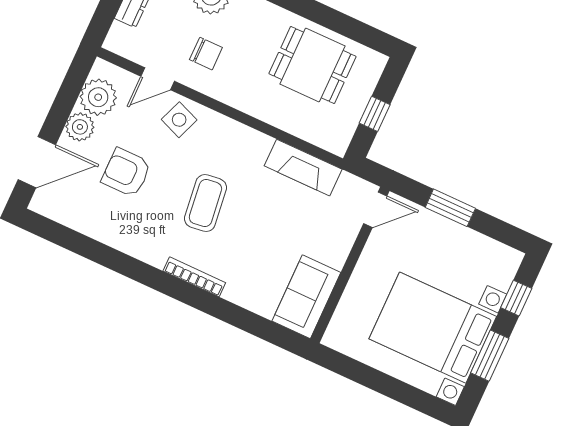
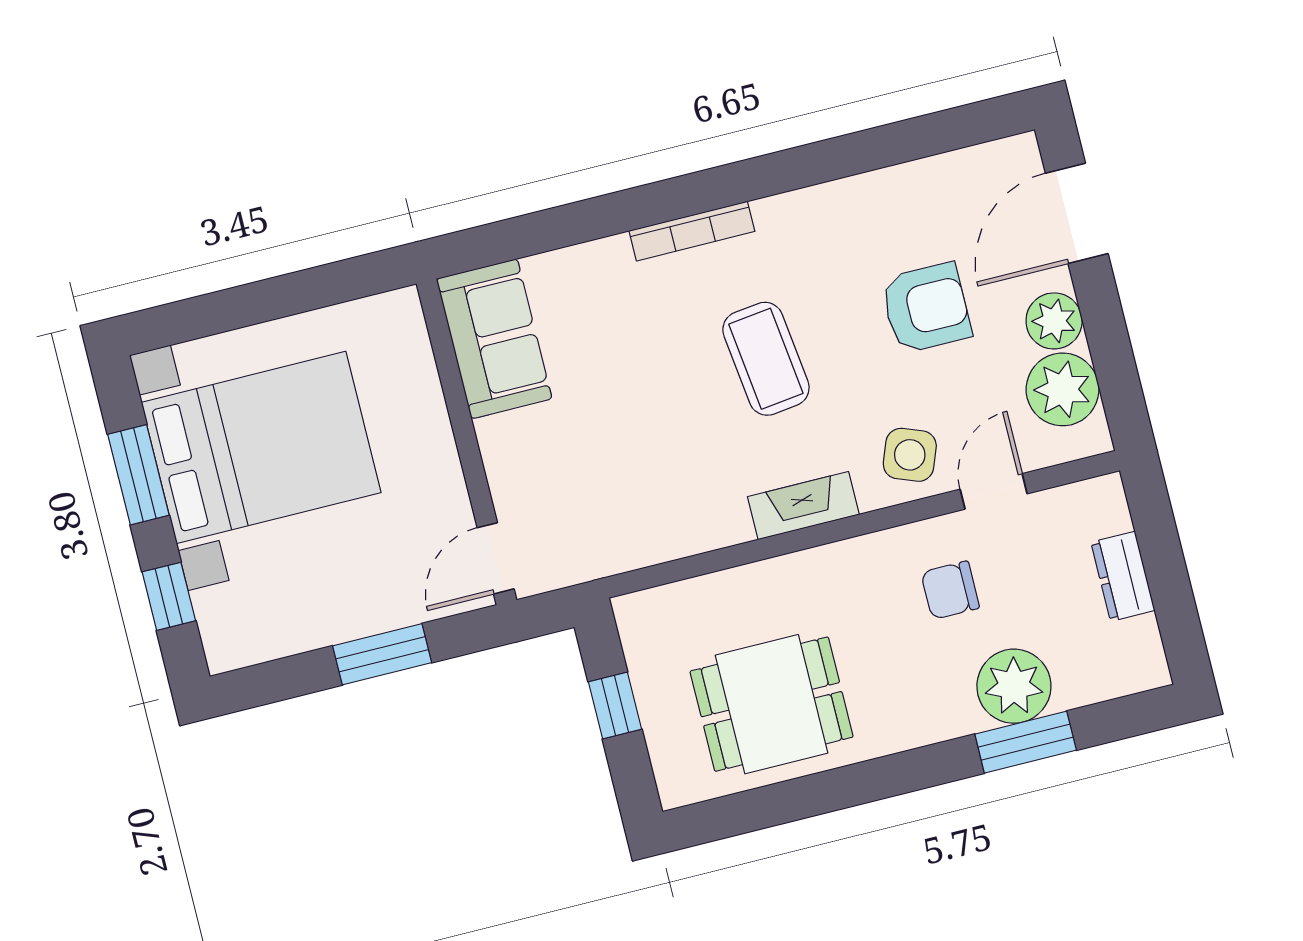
fireplace: (303, 168) -> (803, 506), moved, width x0.73, depth x0.76

